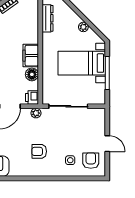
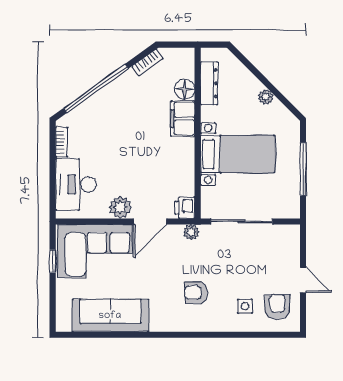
filing cabinet: (31, 56) -> (183, 119), moved
bed with nightstands: (82, 63) -> (238, 154), moved, turned 180
floor lamp: (32, 74) -> (185, 89), moved

